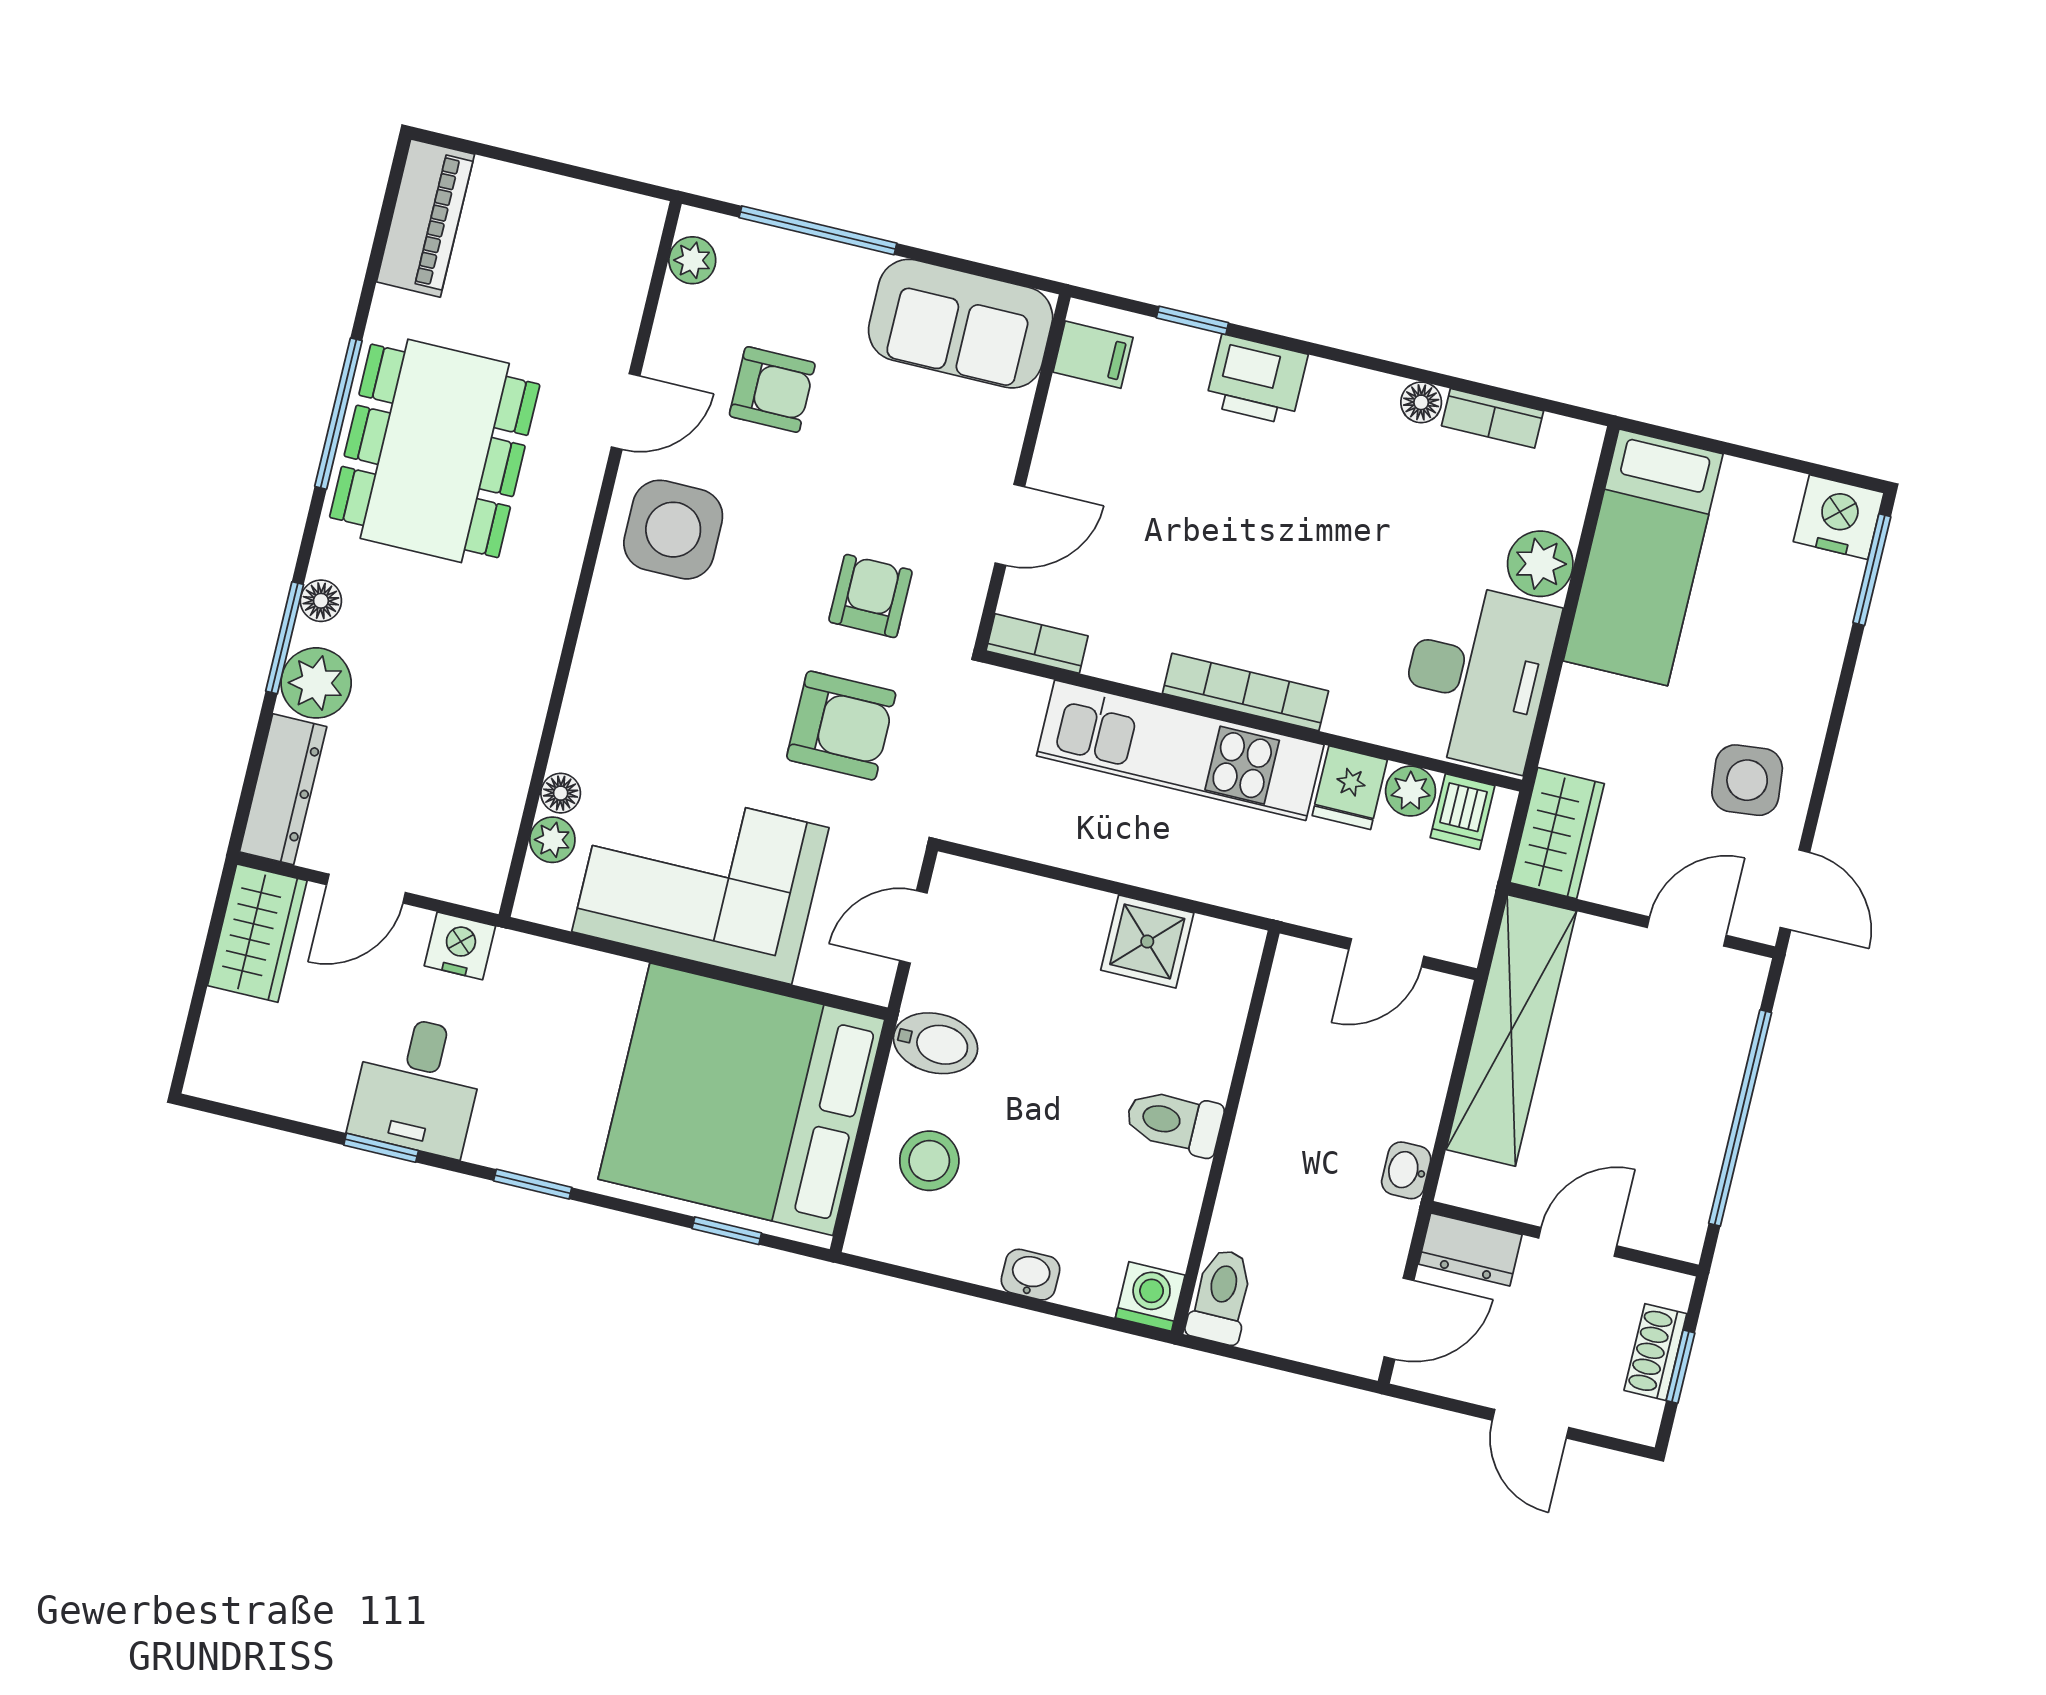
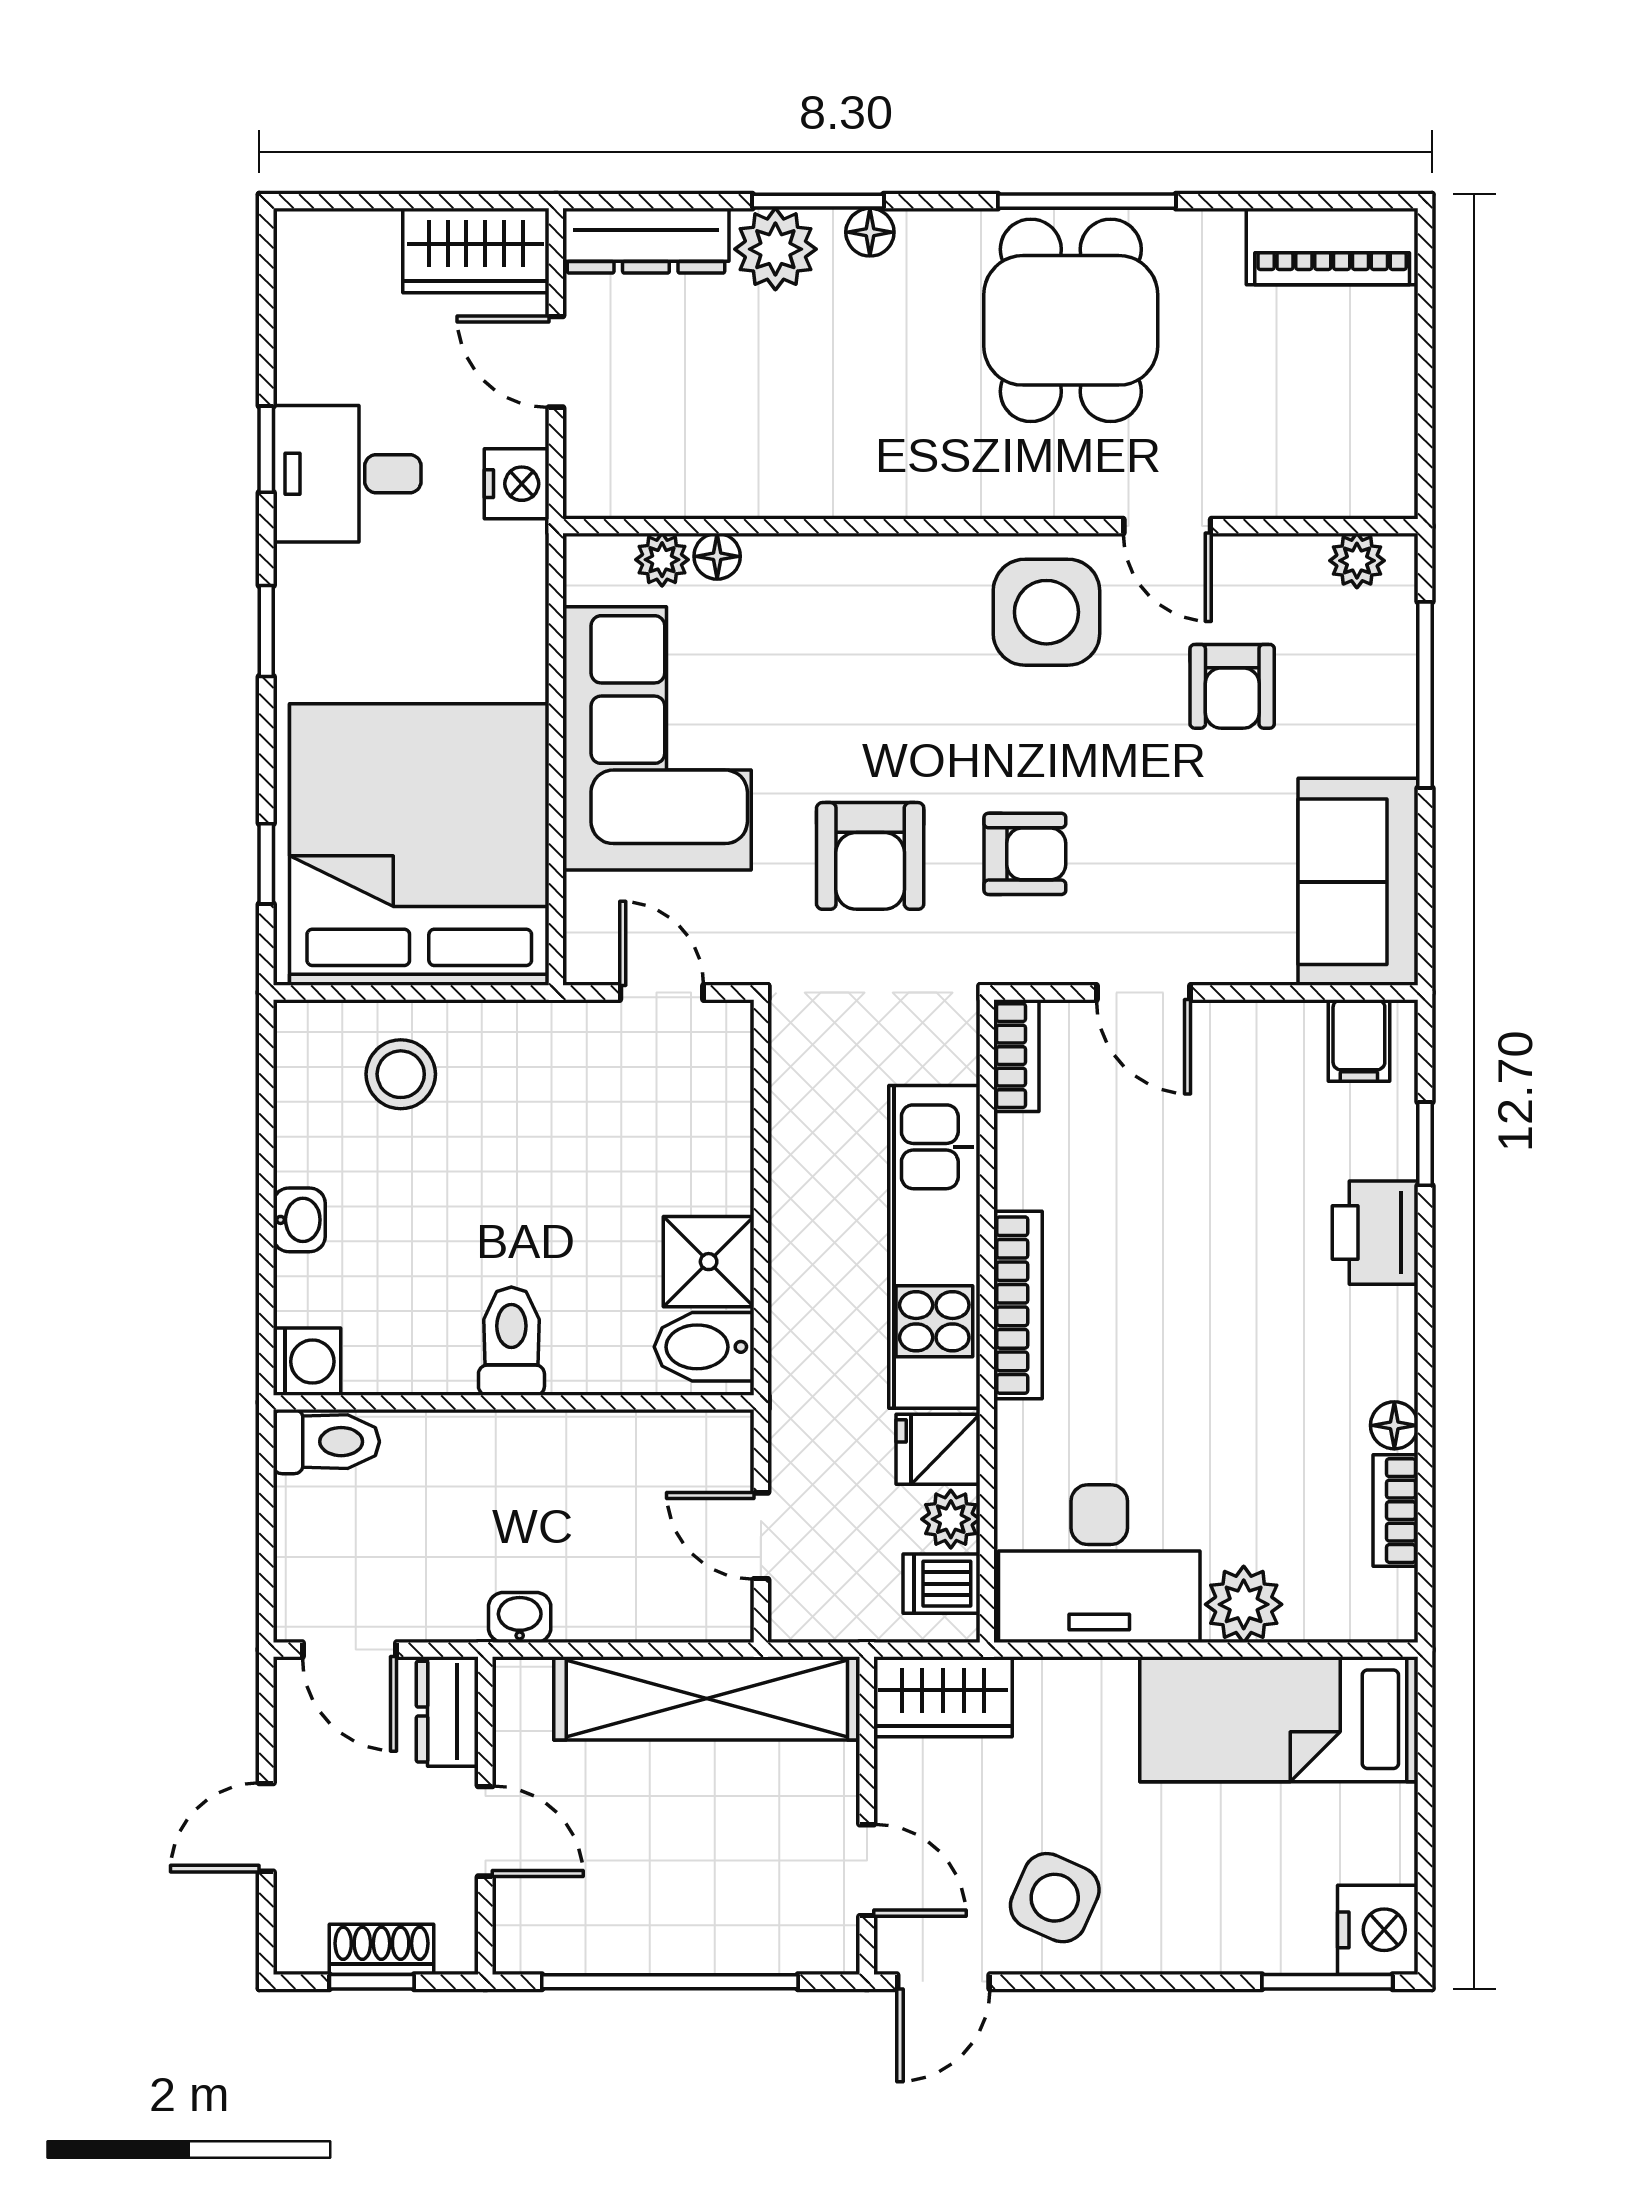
dining table: (435, 451) -> (1071, 320), width x0.73
side table: (1747, 780) -> (1055, 1898), turned 30
bidet: (936, 1043) -> (704, 1347), moved, turned 90

